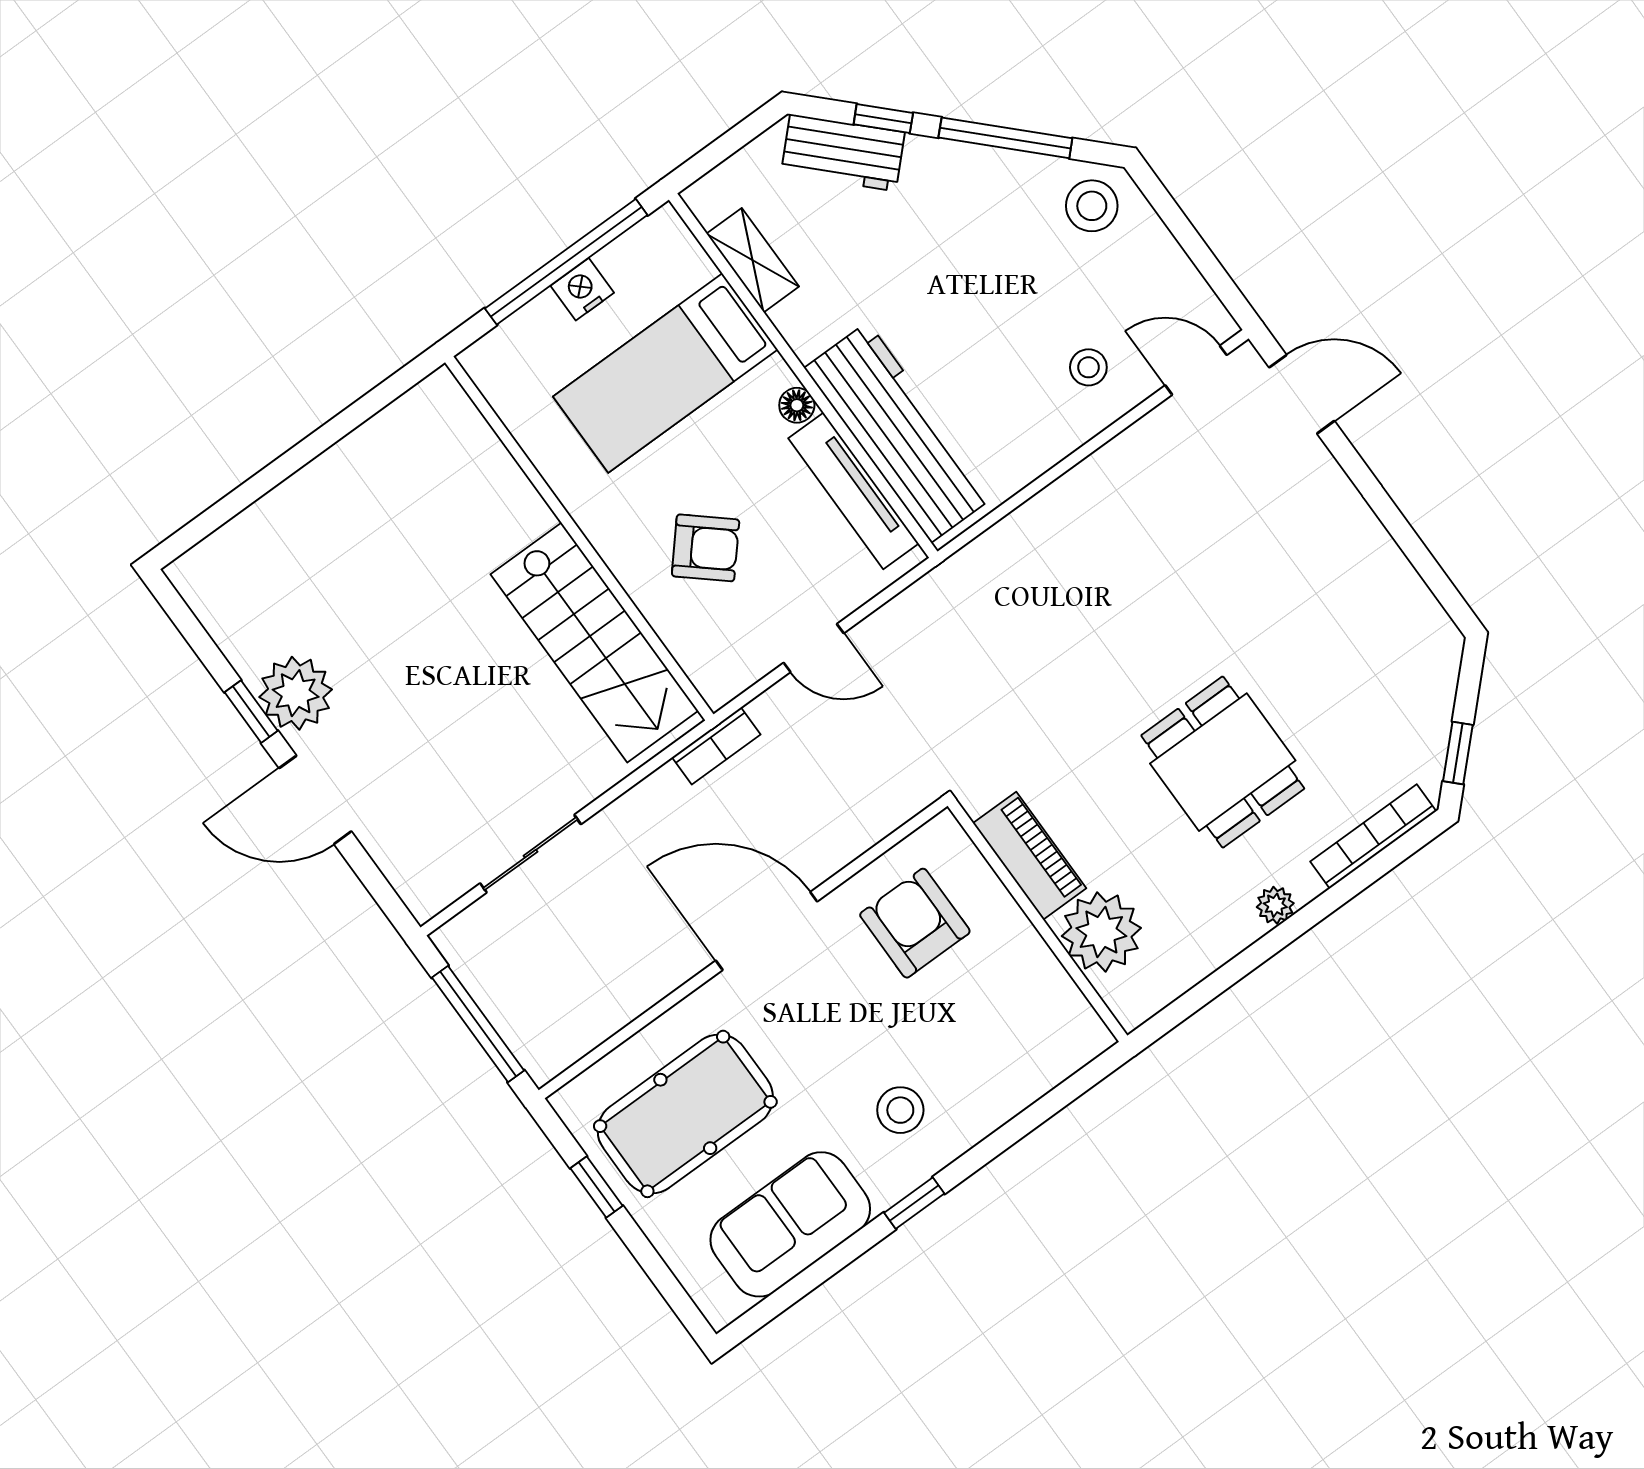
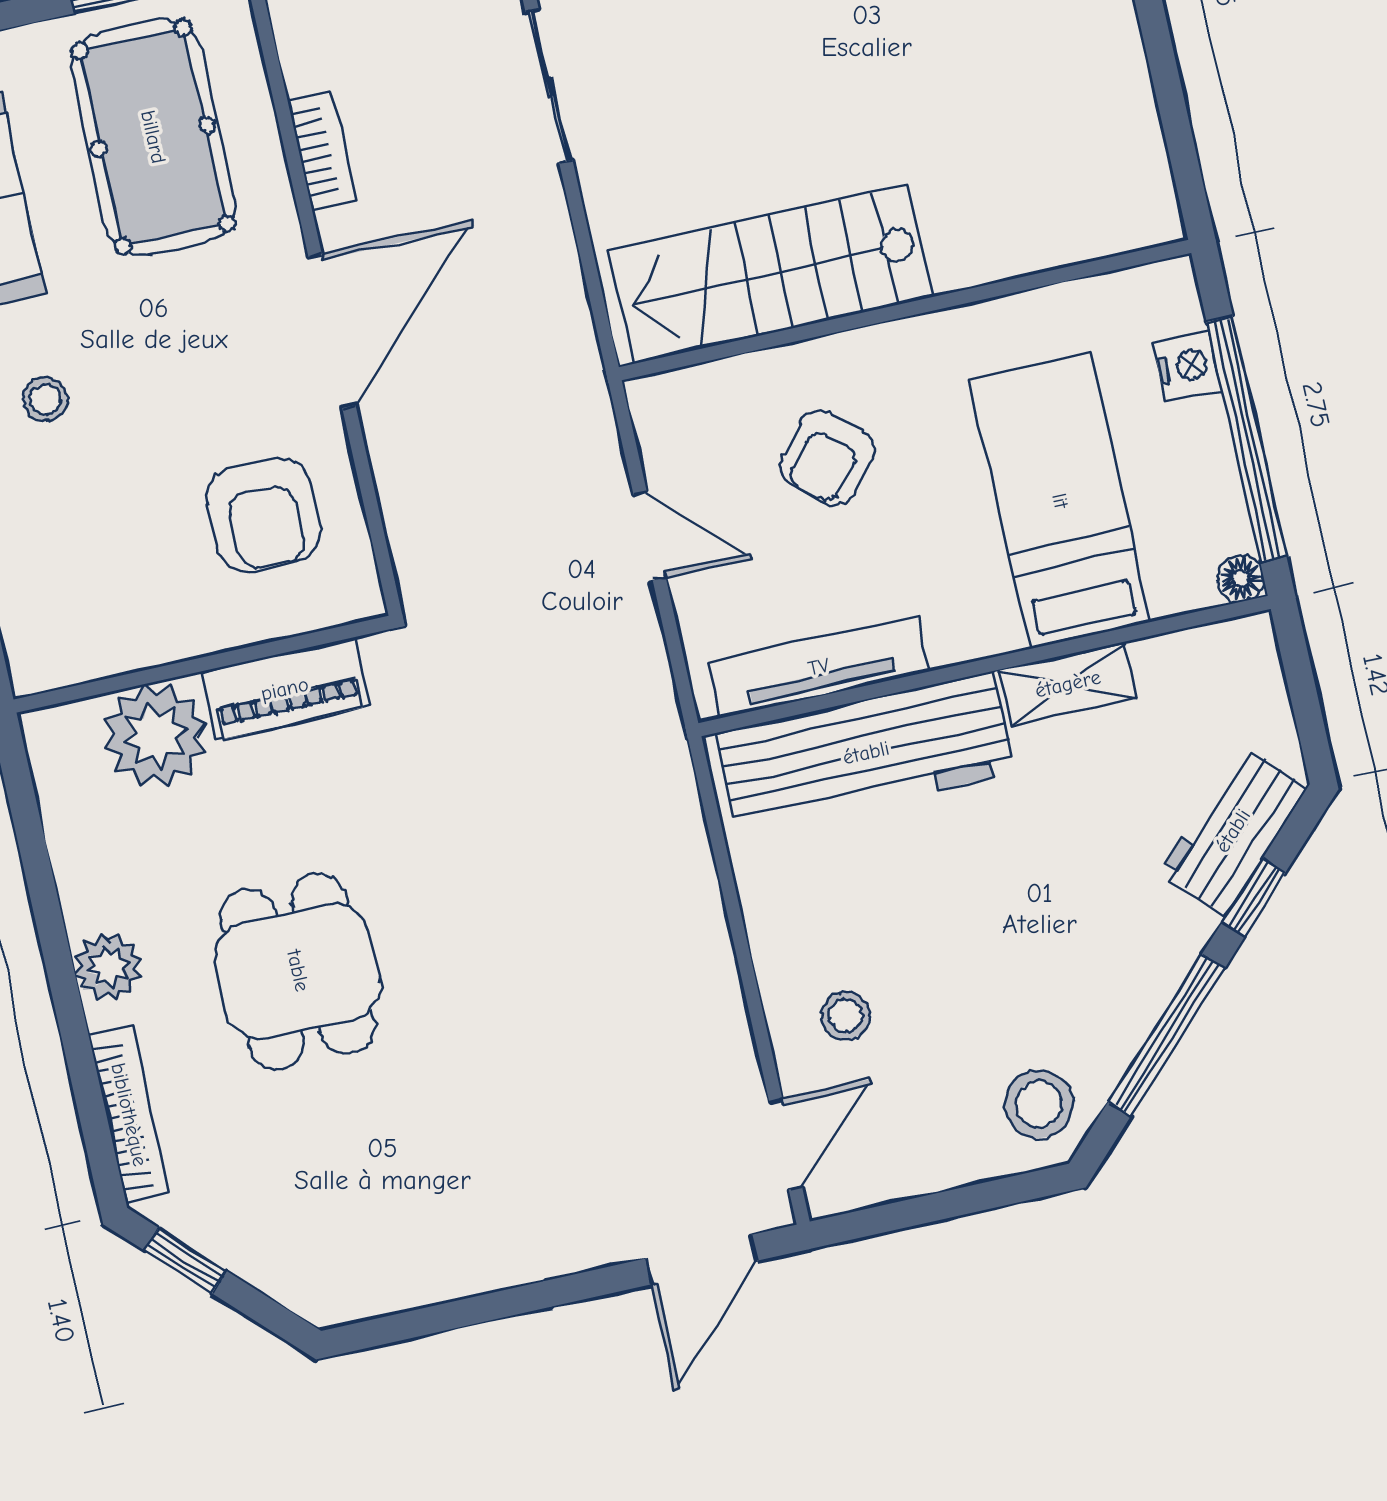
shelving: (753, 260) -> (1068, 684), moved
nightstand: (582, 289) -> (1187, 366), moved
floor lamp: (797, 405) -> (1240, 578), moved
door: (814, 648) -> (650, 536), swing flipped
bookcase: (716, 746) -> (321, 151), moved, turned 180
dining table: (1223, 762) -> (298, 971), turned 90
plant: (1275, 905) -> (108, 967), width x1.38, depth x1.38
armchair: (915, 923) -> (264, 515), turned 90
stool: (900, 1110) -> (45, 399), width x0.73, depth x0.73

